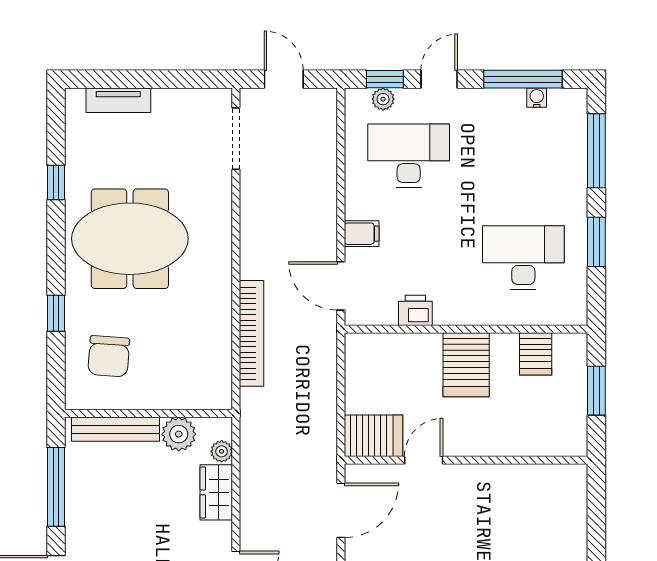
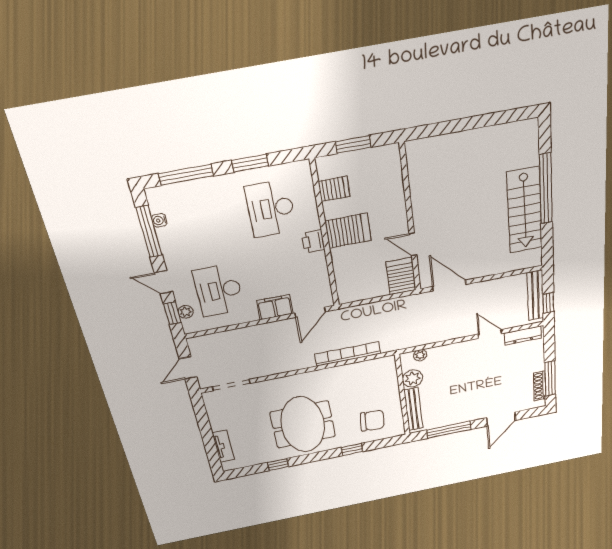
filing cabinet: (362, 234) -> (275, 307), width x2.00
printer: (415, 310) -> (313, 241), moved
wardrobe: (216, 492) -> (445, 353), removed

